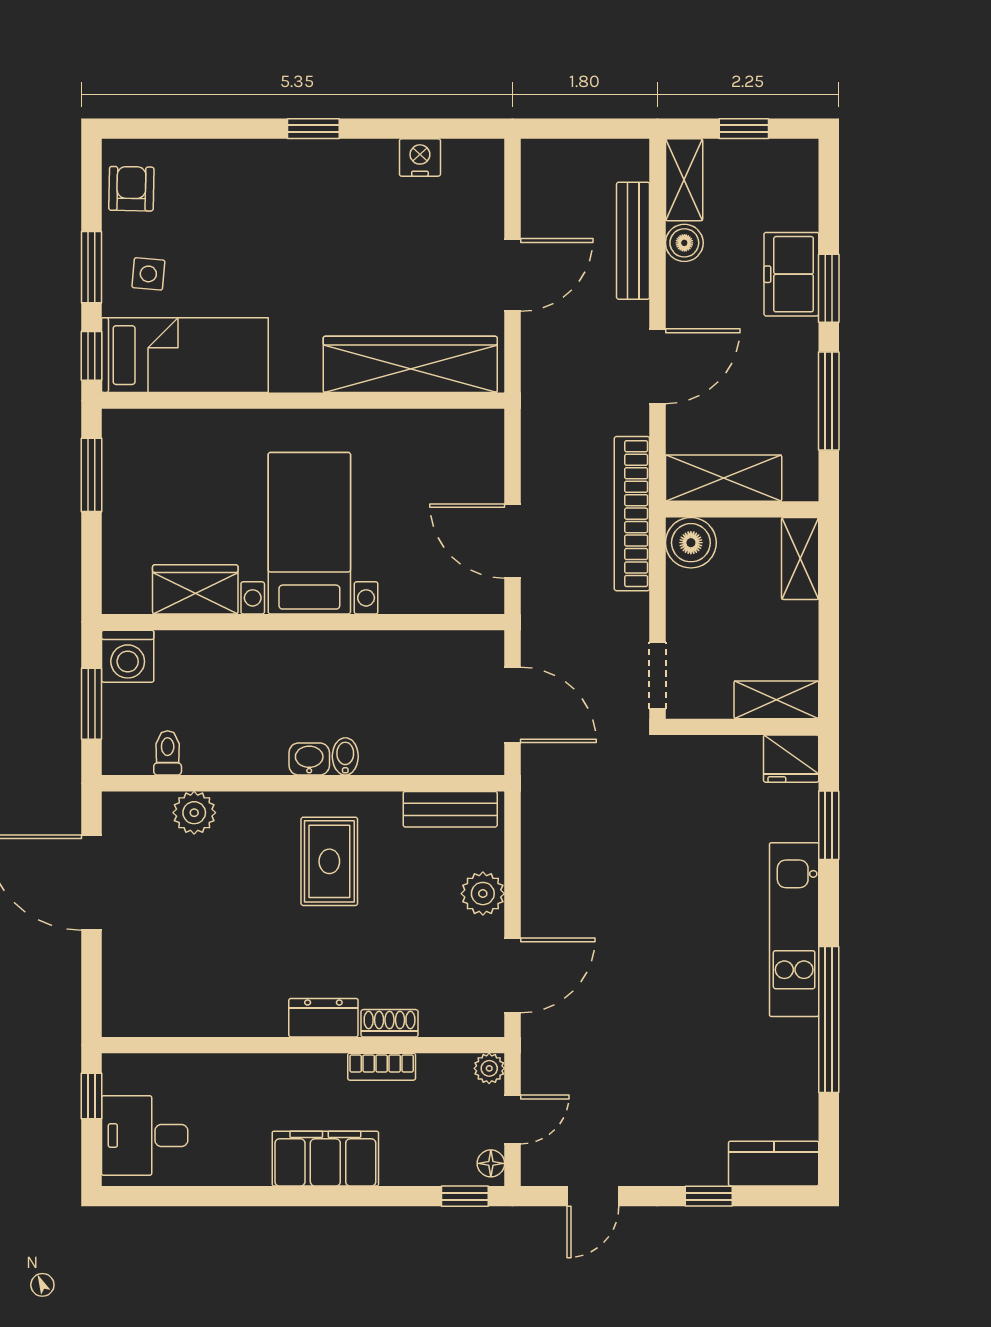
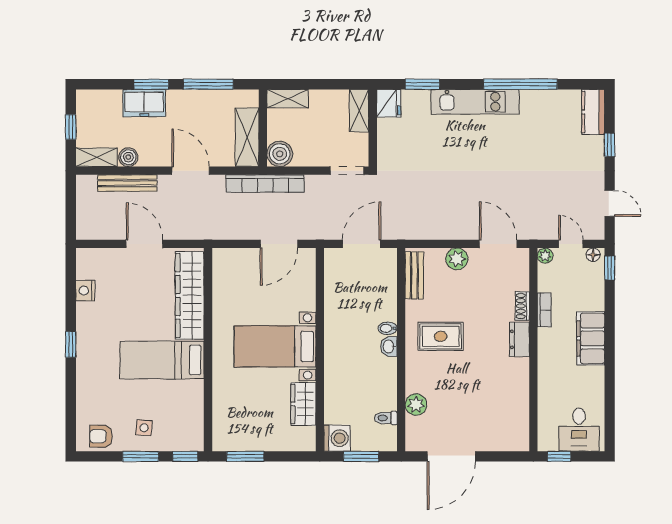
bed: (185, 355) -> (162, 360), moved, turned -90

